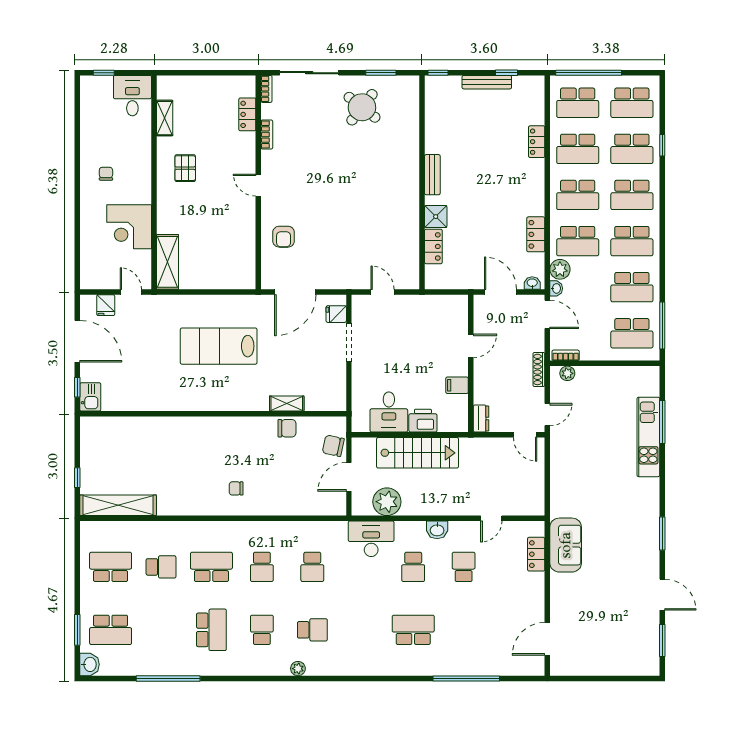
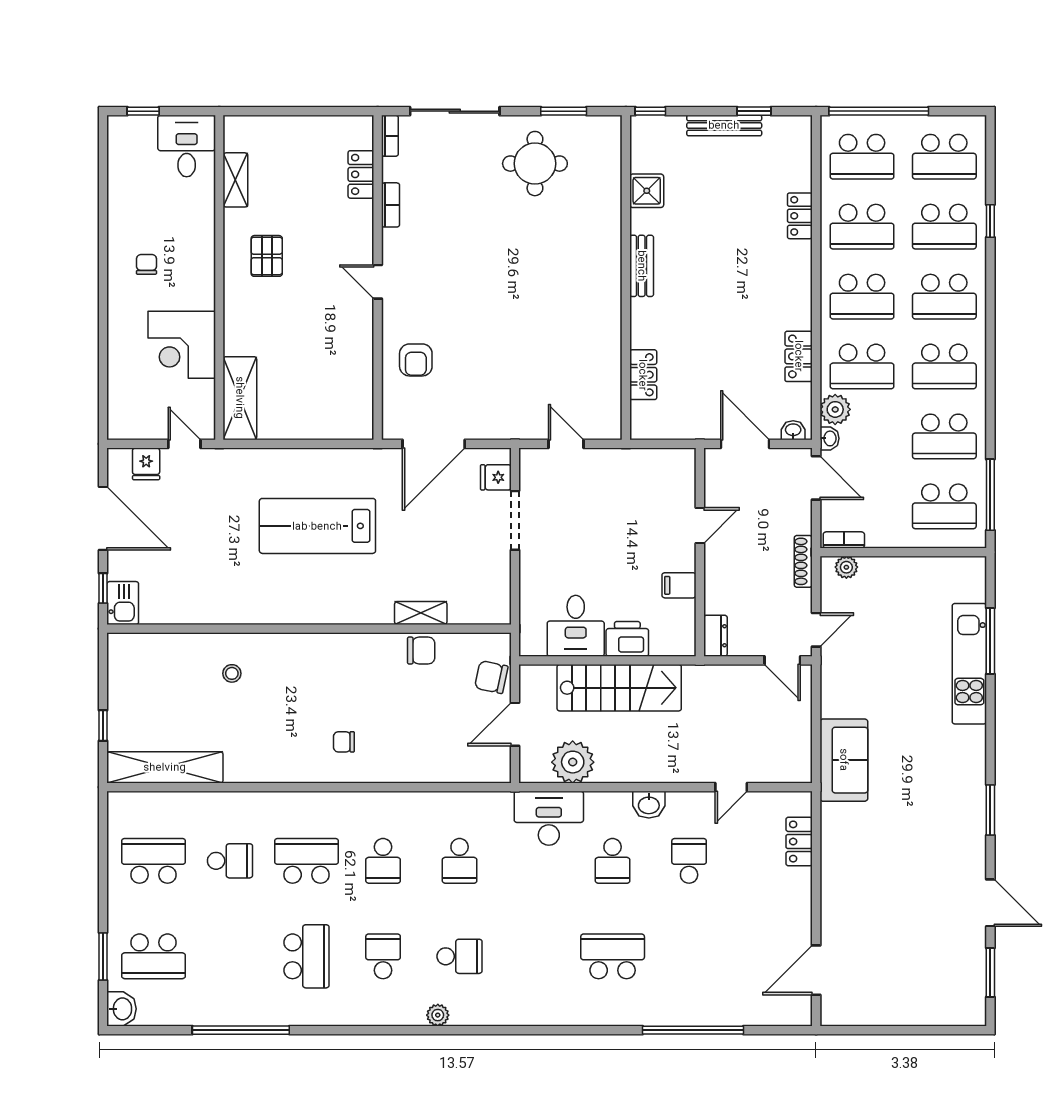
round table: (362, 107) -> (535, 164), turned -38
shower: (436, 217) -> (647, 191), moved
stool: (162, 443) -> (232, 673), added
sofa: (566, 545) -> (844, 760), moved

